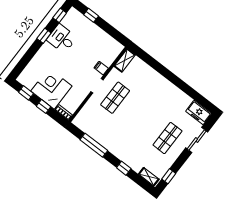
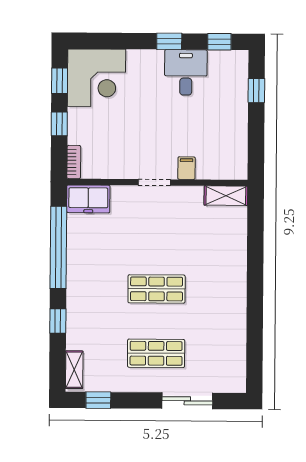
corner desk: (51, 88) -> (97, 78), moved, turned 90
shop shelf: (115, 98) -> (157, 289), moved
freezer: (199, 112) -> (88, 199), moved, turned -90
window: (94, 145) -> (58, 247), width x1.46

